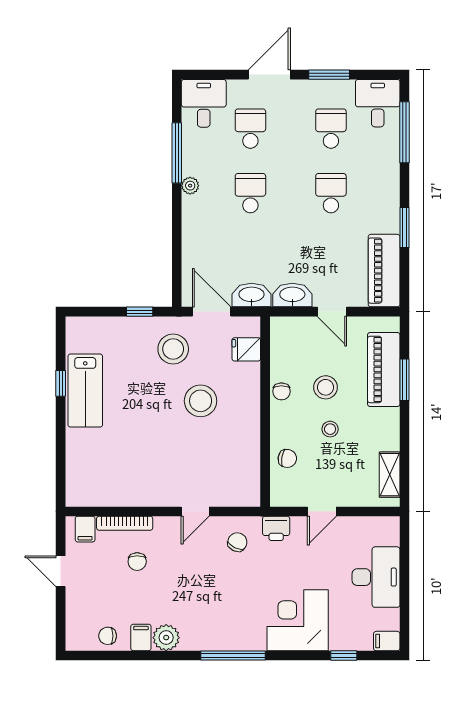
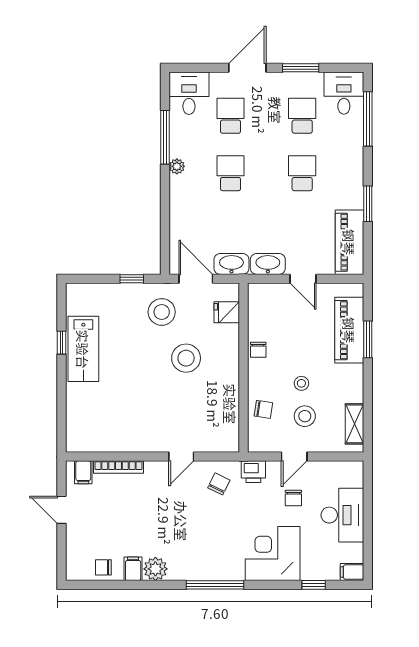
stool: (326, 387) -> (305, 416), moved
chair: (137, 562) -> (293, 498), moved

